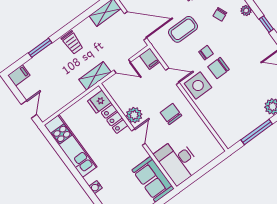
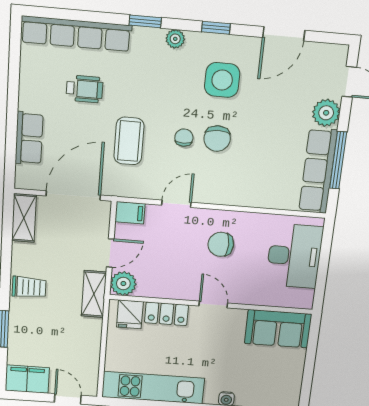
chair: (220, 14) -> (151, 78), removed
filing cabinet: (19, 75) -> (27, 379), width x2.00
side table: (198, 85) -> (222, 80), moved
plant: (134, 115) -> (123, 284), moved
row of seats: (244, 127) -> (318, 171), added
desk: (178, 161) -> (294, 256), moved, turned -90

